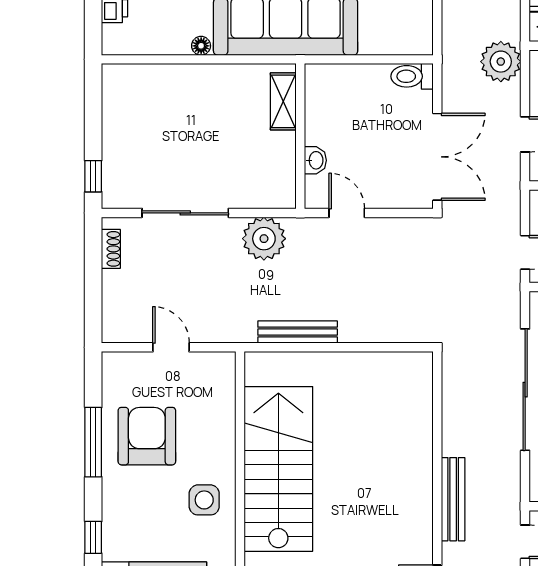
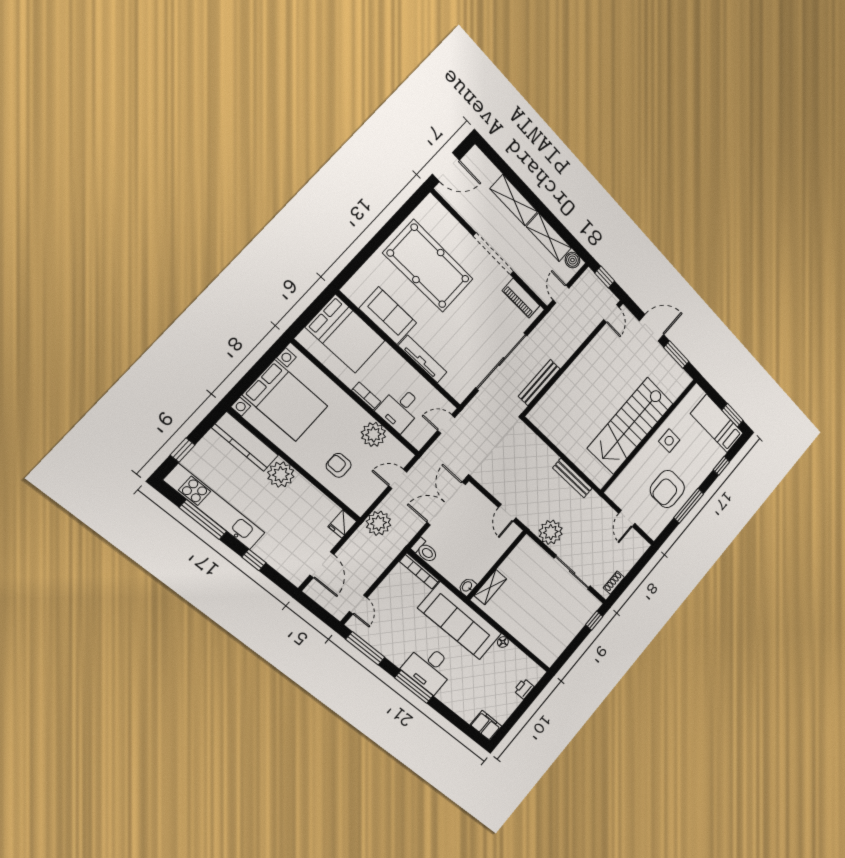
bookcase: (396, 46) -> (419, 571), added
washbasin: (315, 160) -> (467, 587), moved
bench: (453, 499) -> (539, 383), moved

